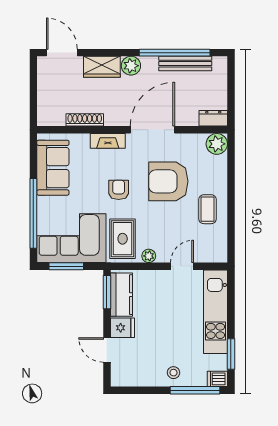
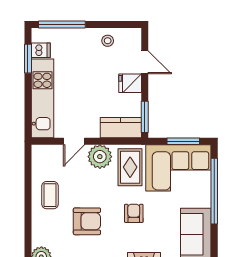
armchair: (168, 181) -> (87, 221), width x0.73, depth x0.73
armchair: (119, 190) -> (134, 213), turned 180
plant: (149, 256) -> (100, 157), width x1.88, depth x1.88
kitchen counter: (121, 295) -> (121, 128), moved, turned 90
stool: (174, 373) -> (108, 41), moved
dishwasher: (217, 379) -> (41, 50), moved

